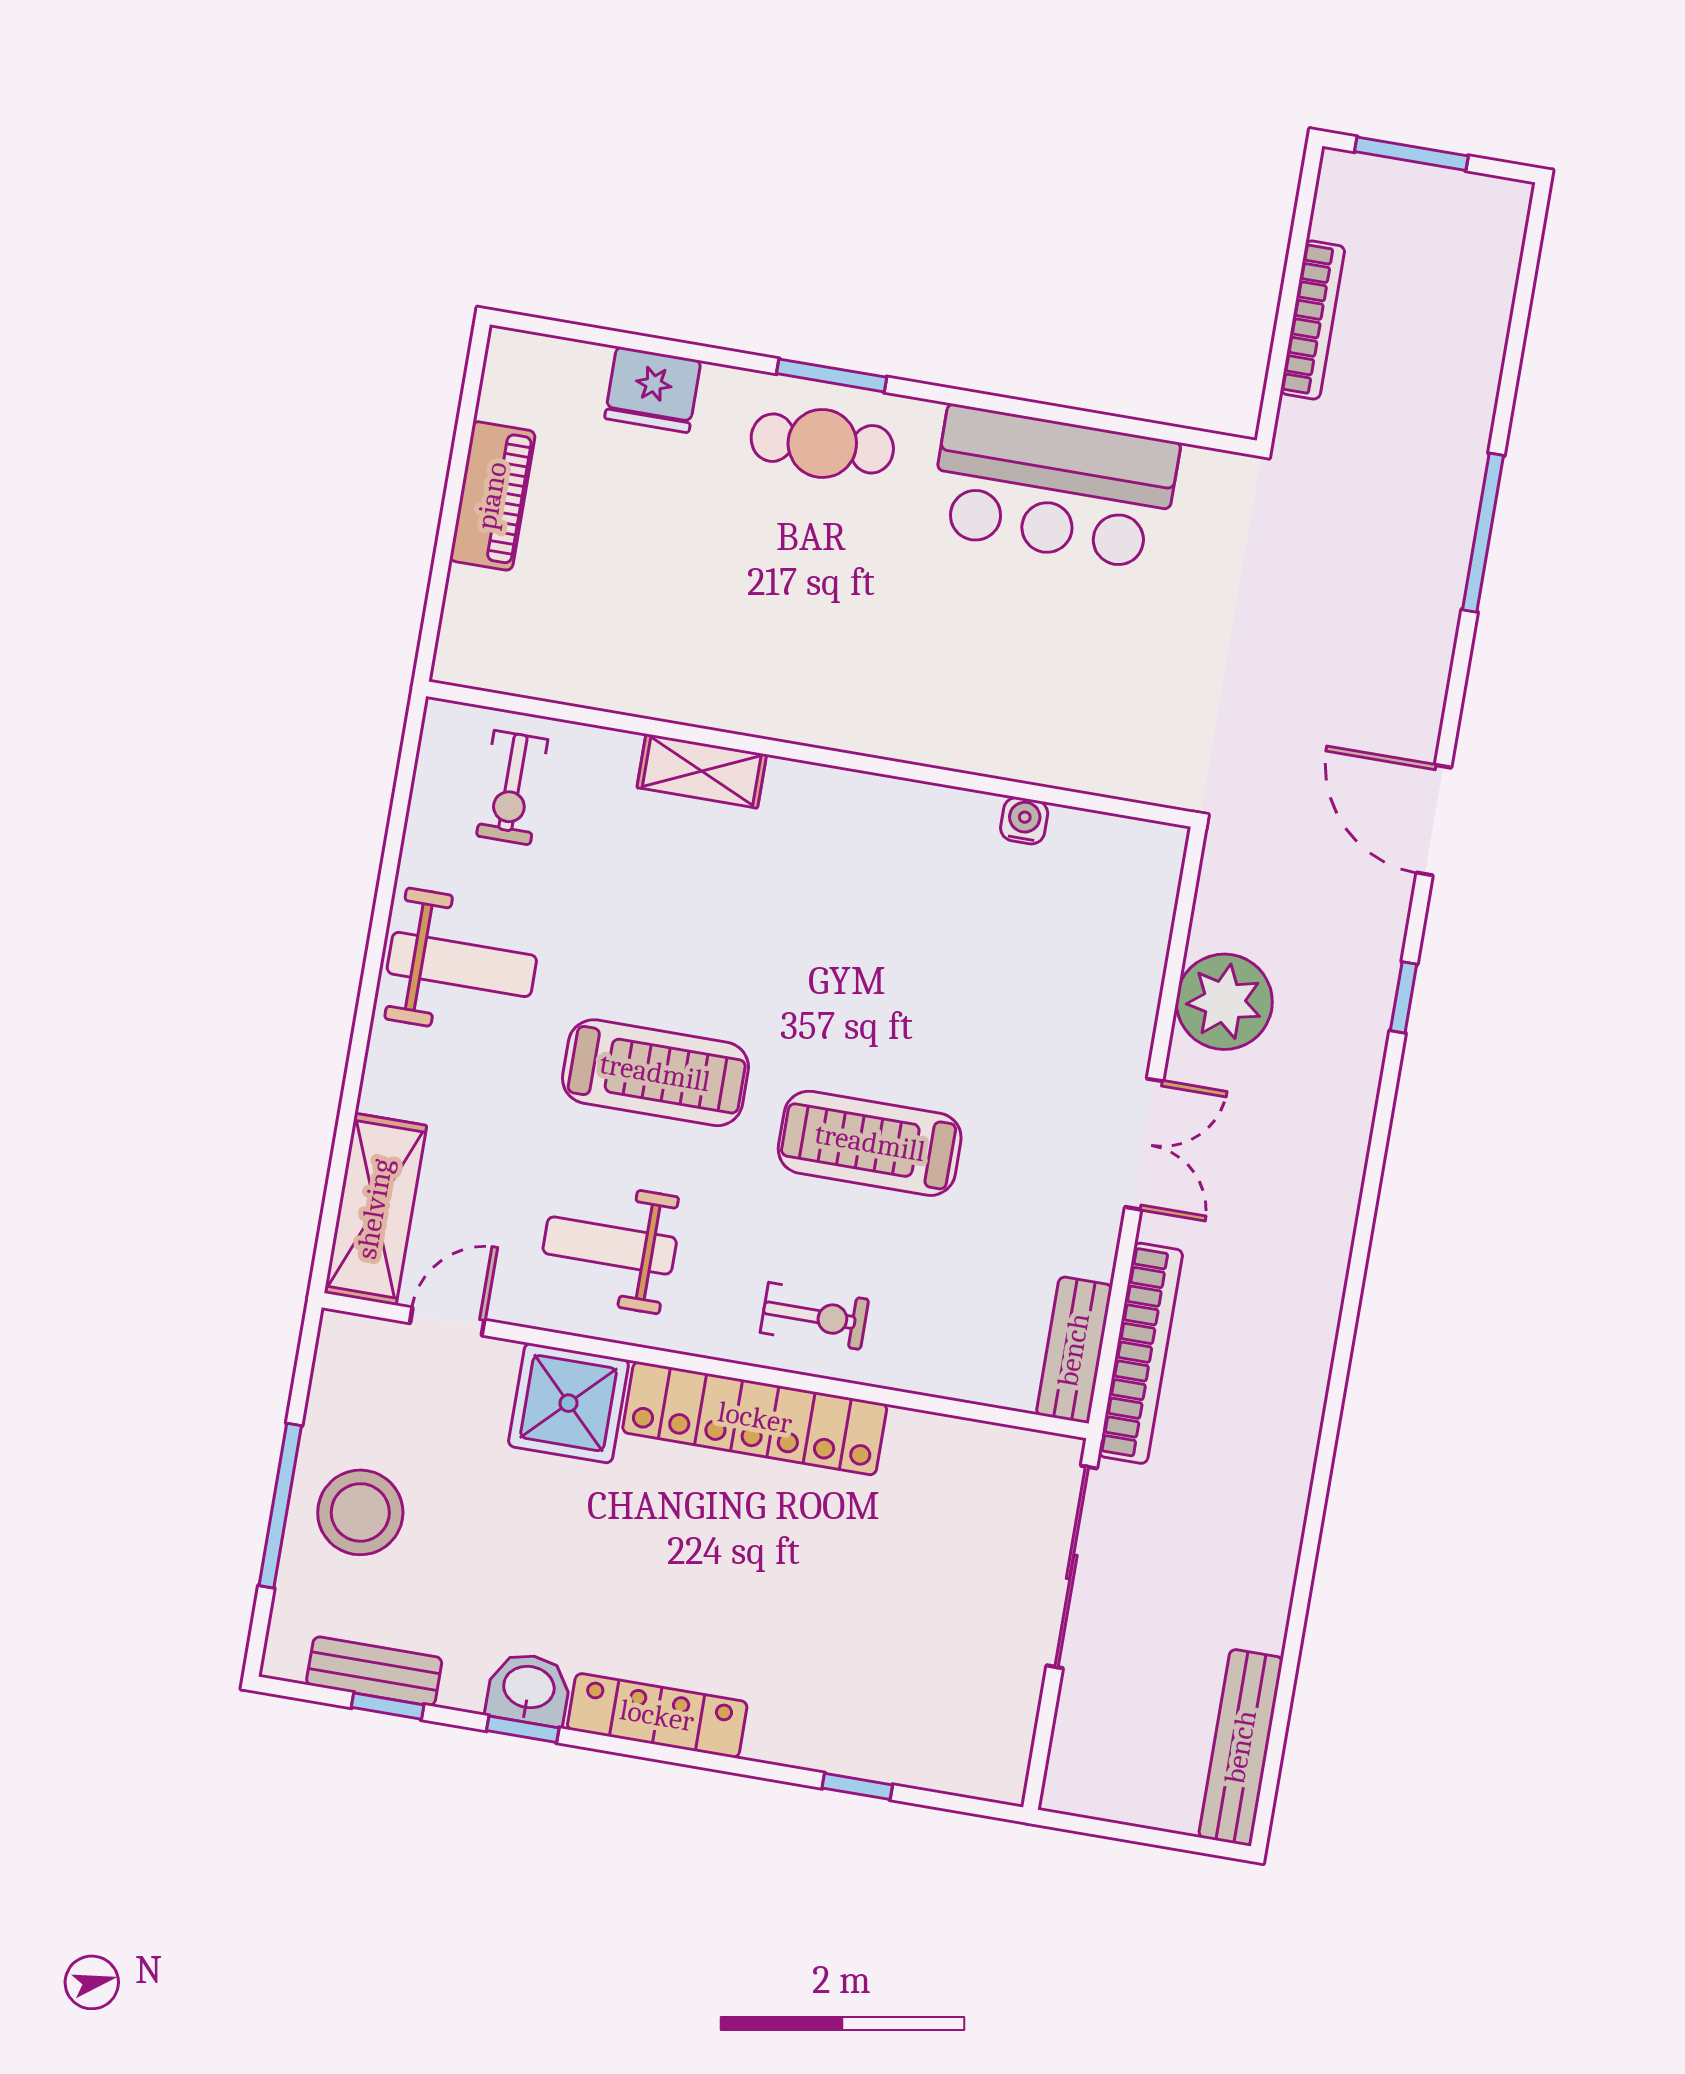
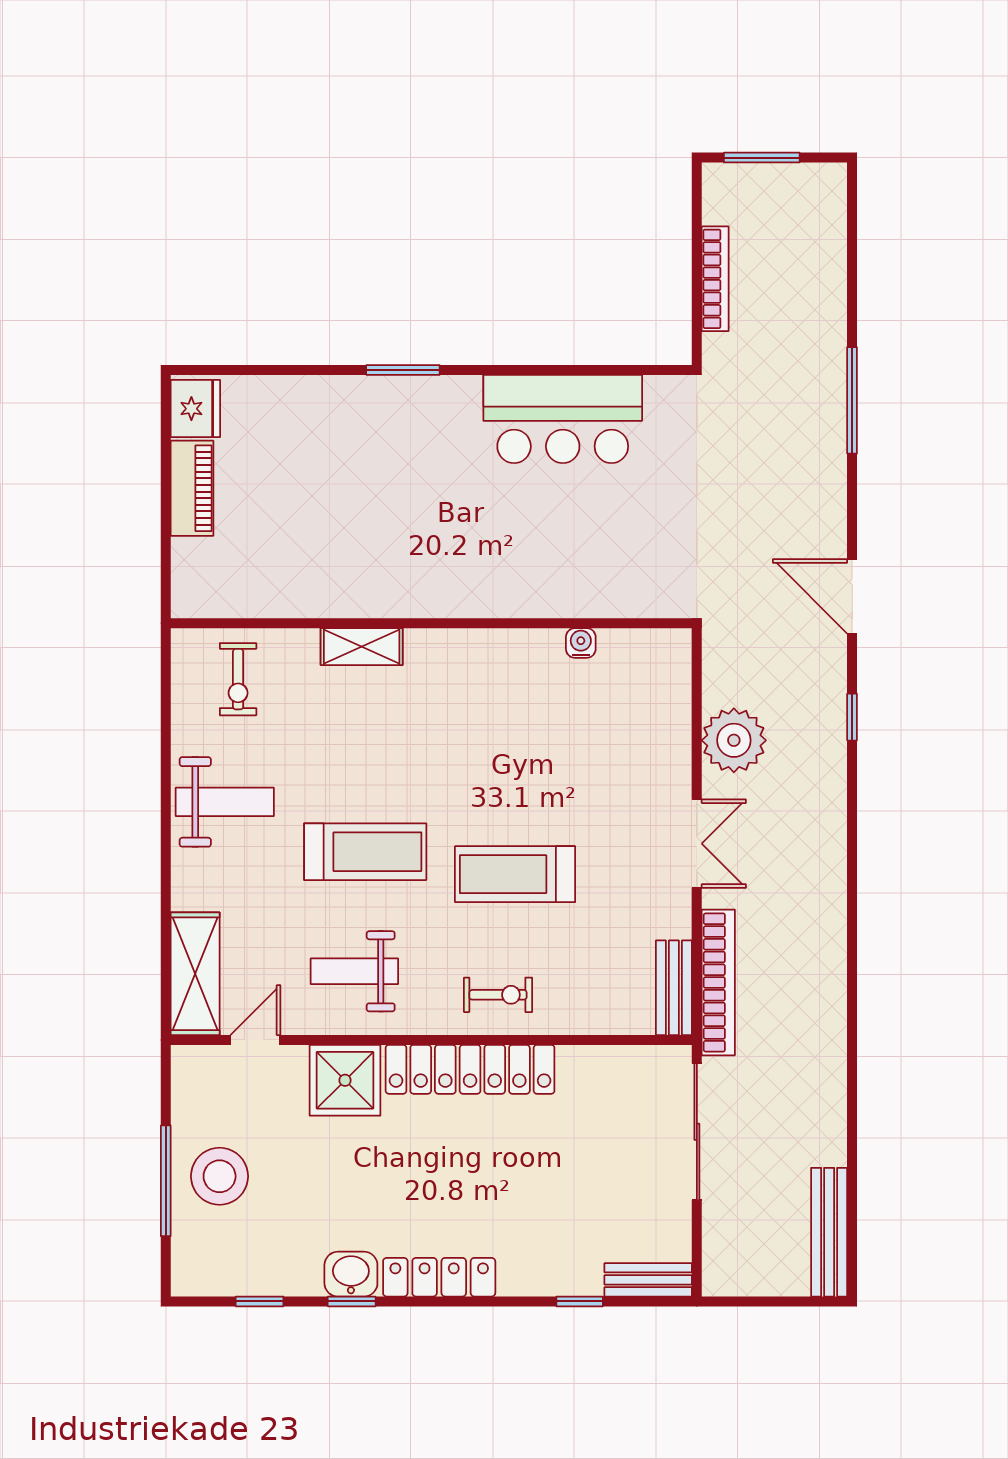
fridge: (653, 390) -> (195, 409), moved, turned -90
cafe table: (822, 443) -> (404, 416), removed
bench: (374, 1671) -> (648, 1280), moved

